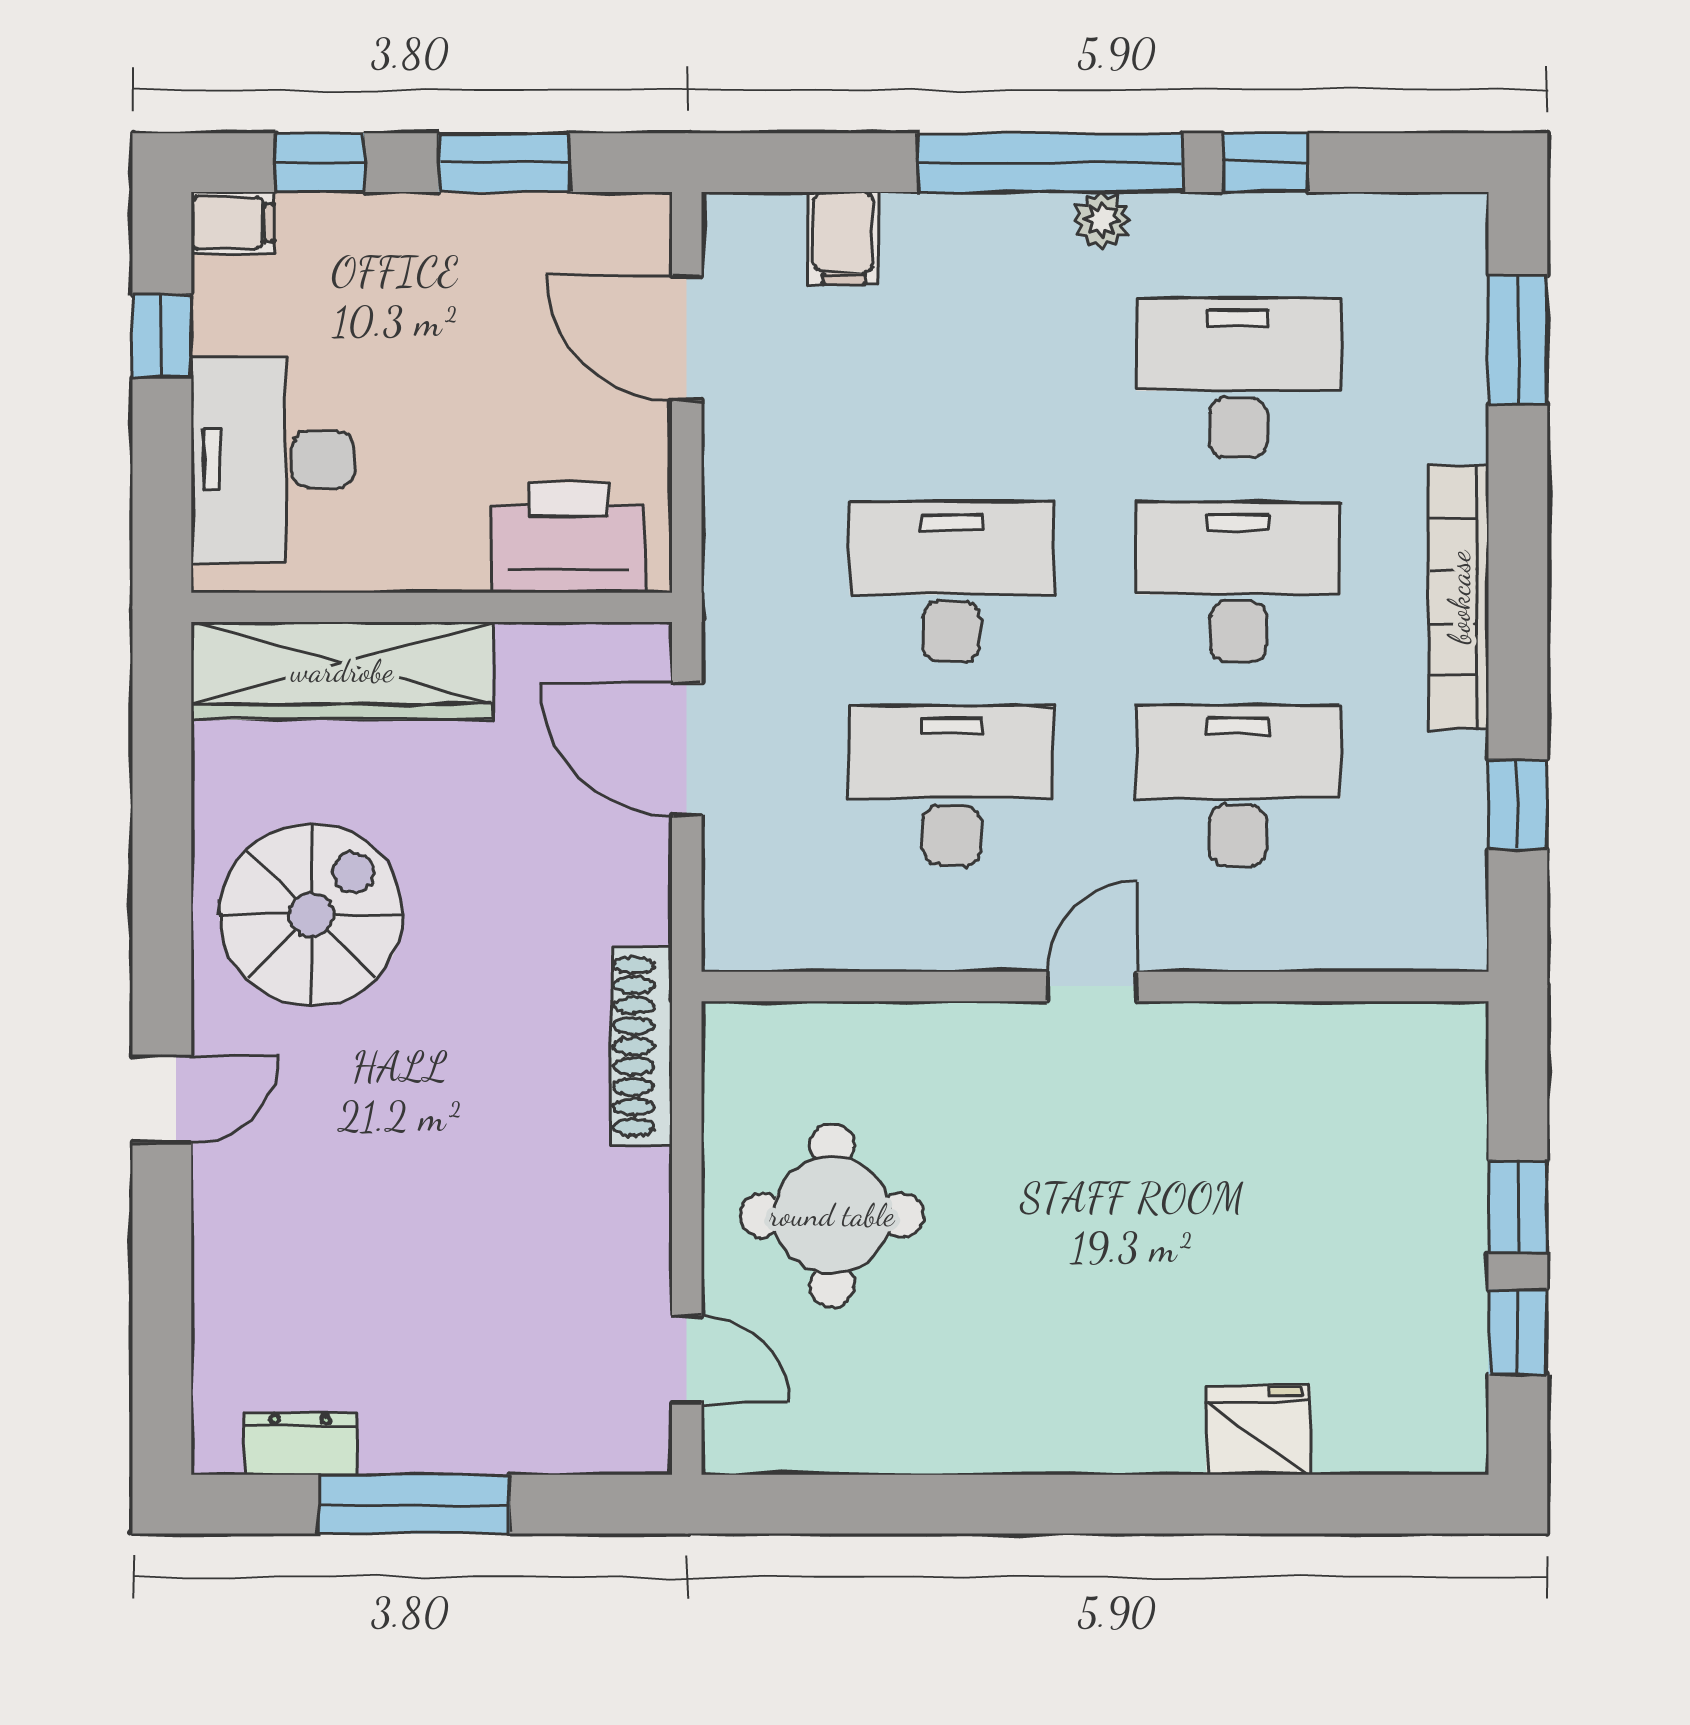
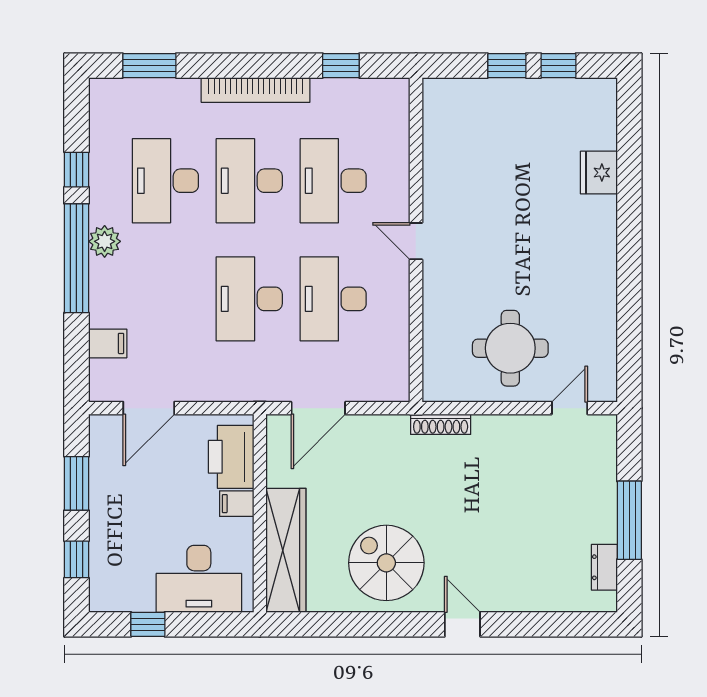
plant: (1102, 220) -> (105, 241), width x1.38, depth x1.38
filing cabinet: (232, 223) -> (237, 504), moved, turned -90
shoe rack: (642, 1046) -> (441, 424), width x0.74, depth x0.81

